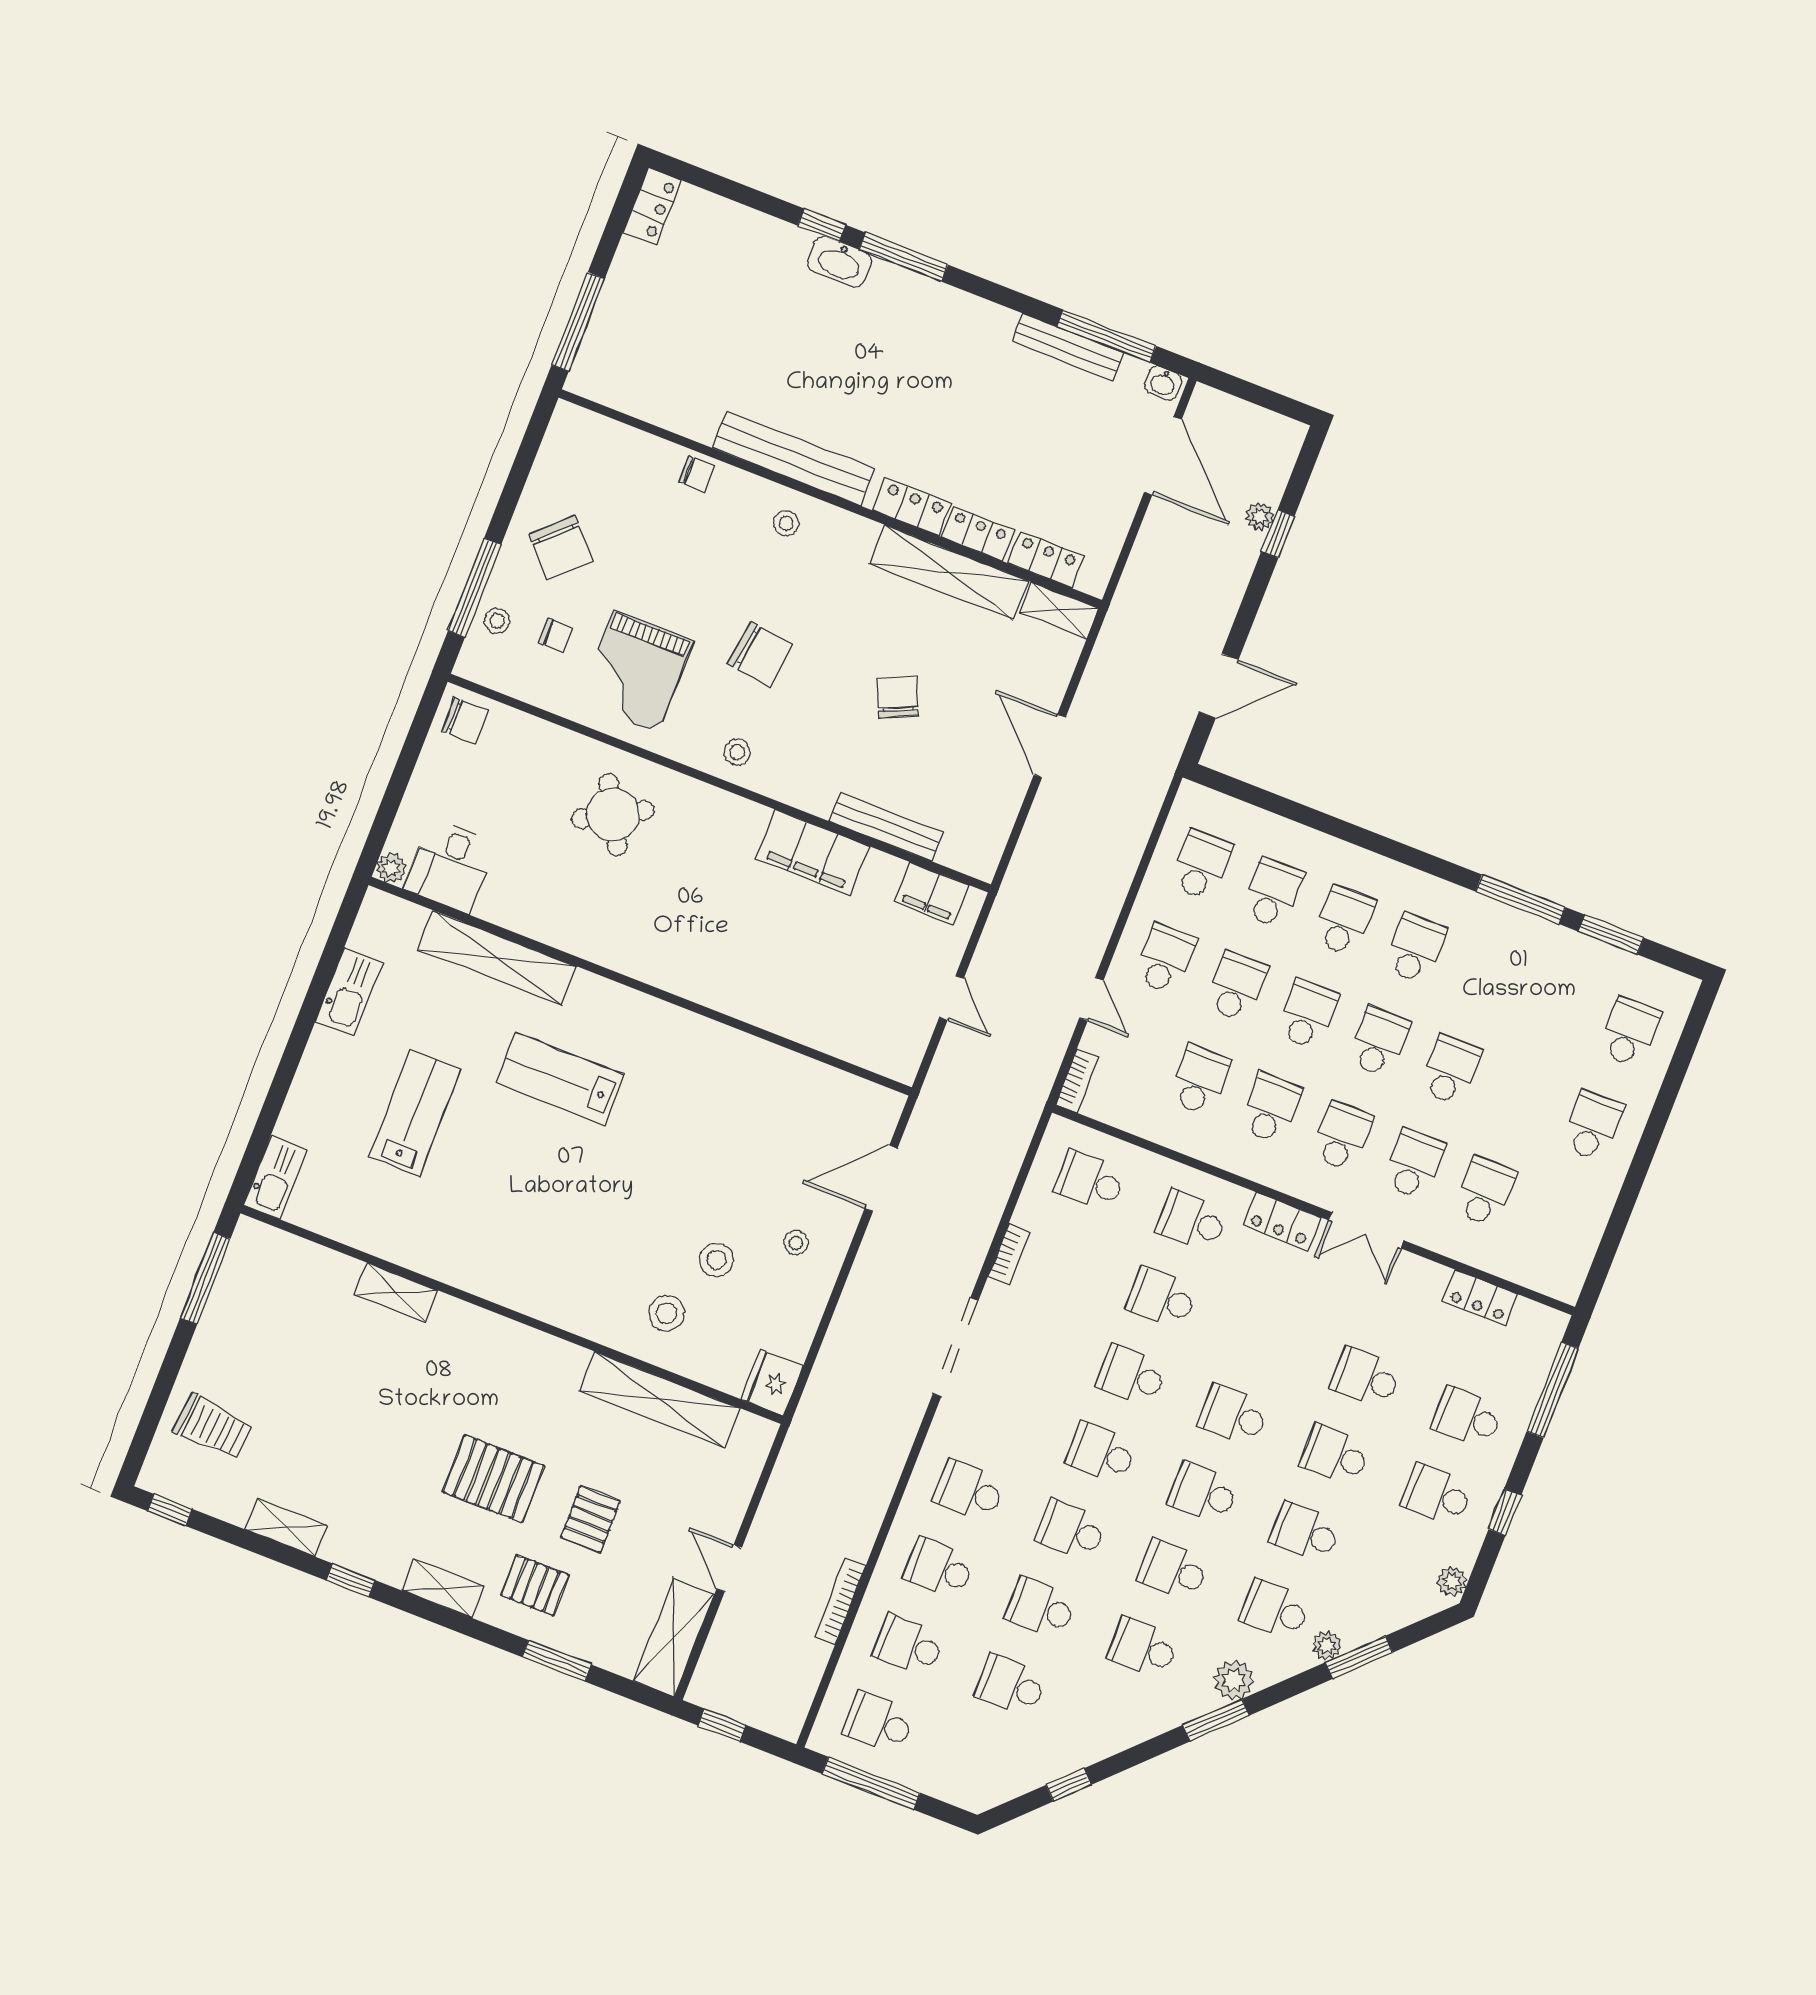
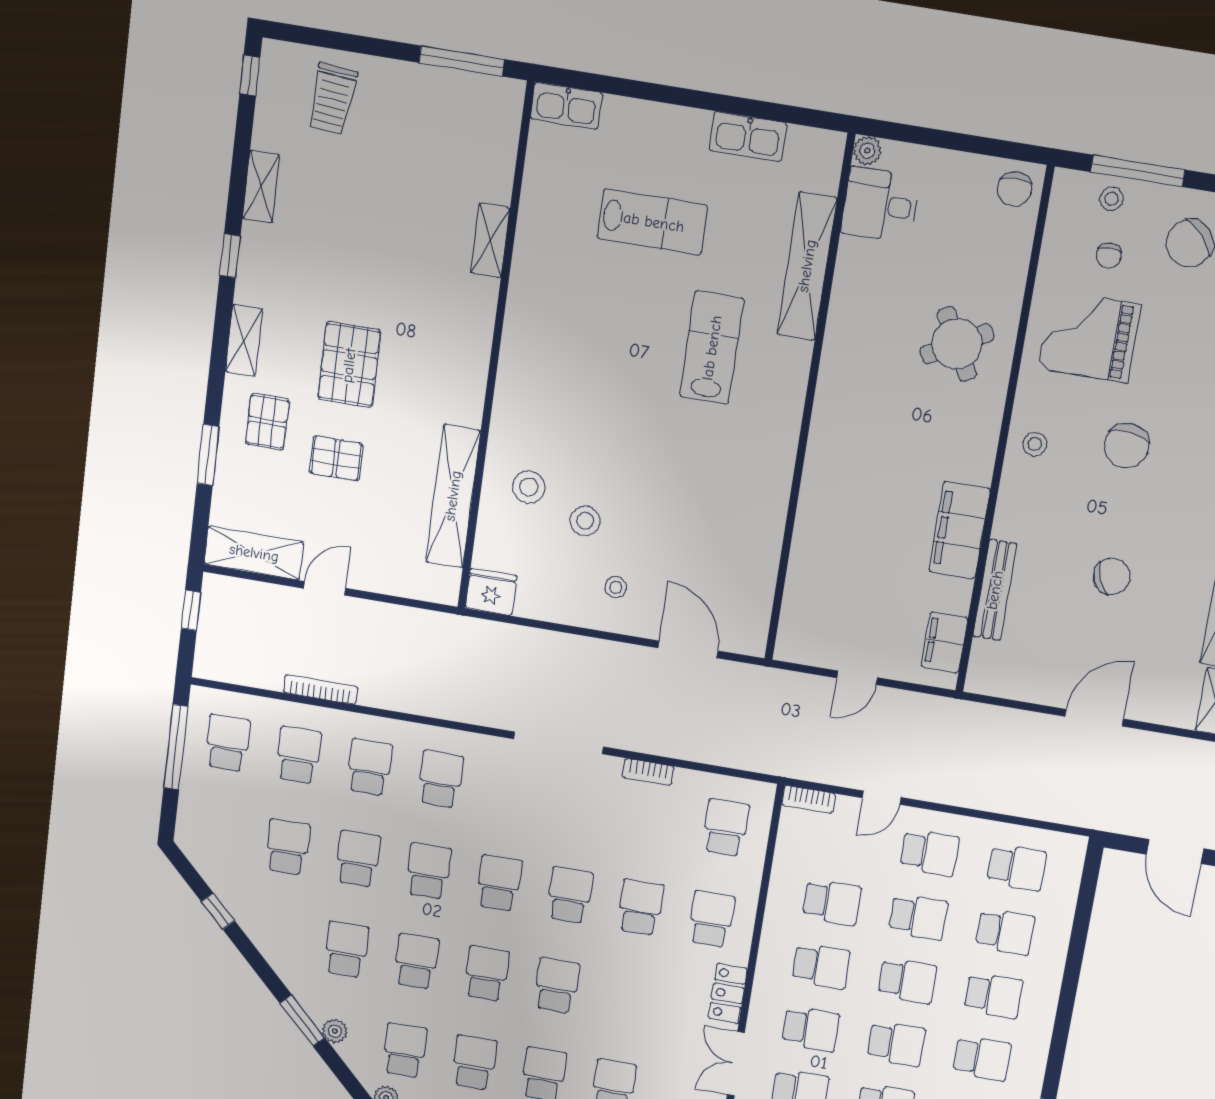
plant: (1234, 1680) -> (335, 1031), width x0.73, depth x0.73

